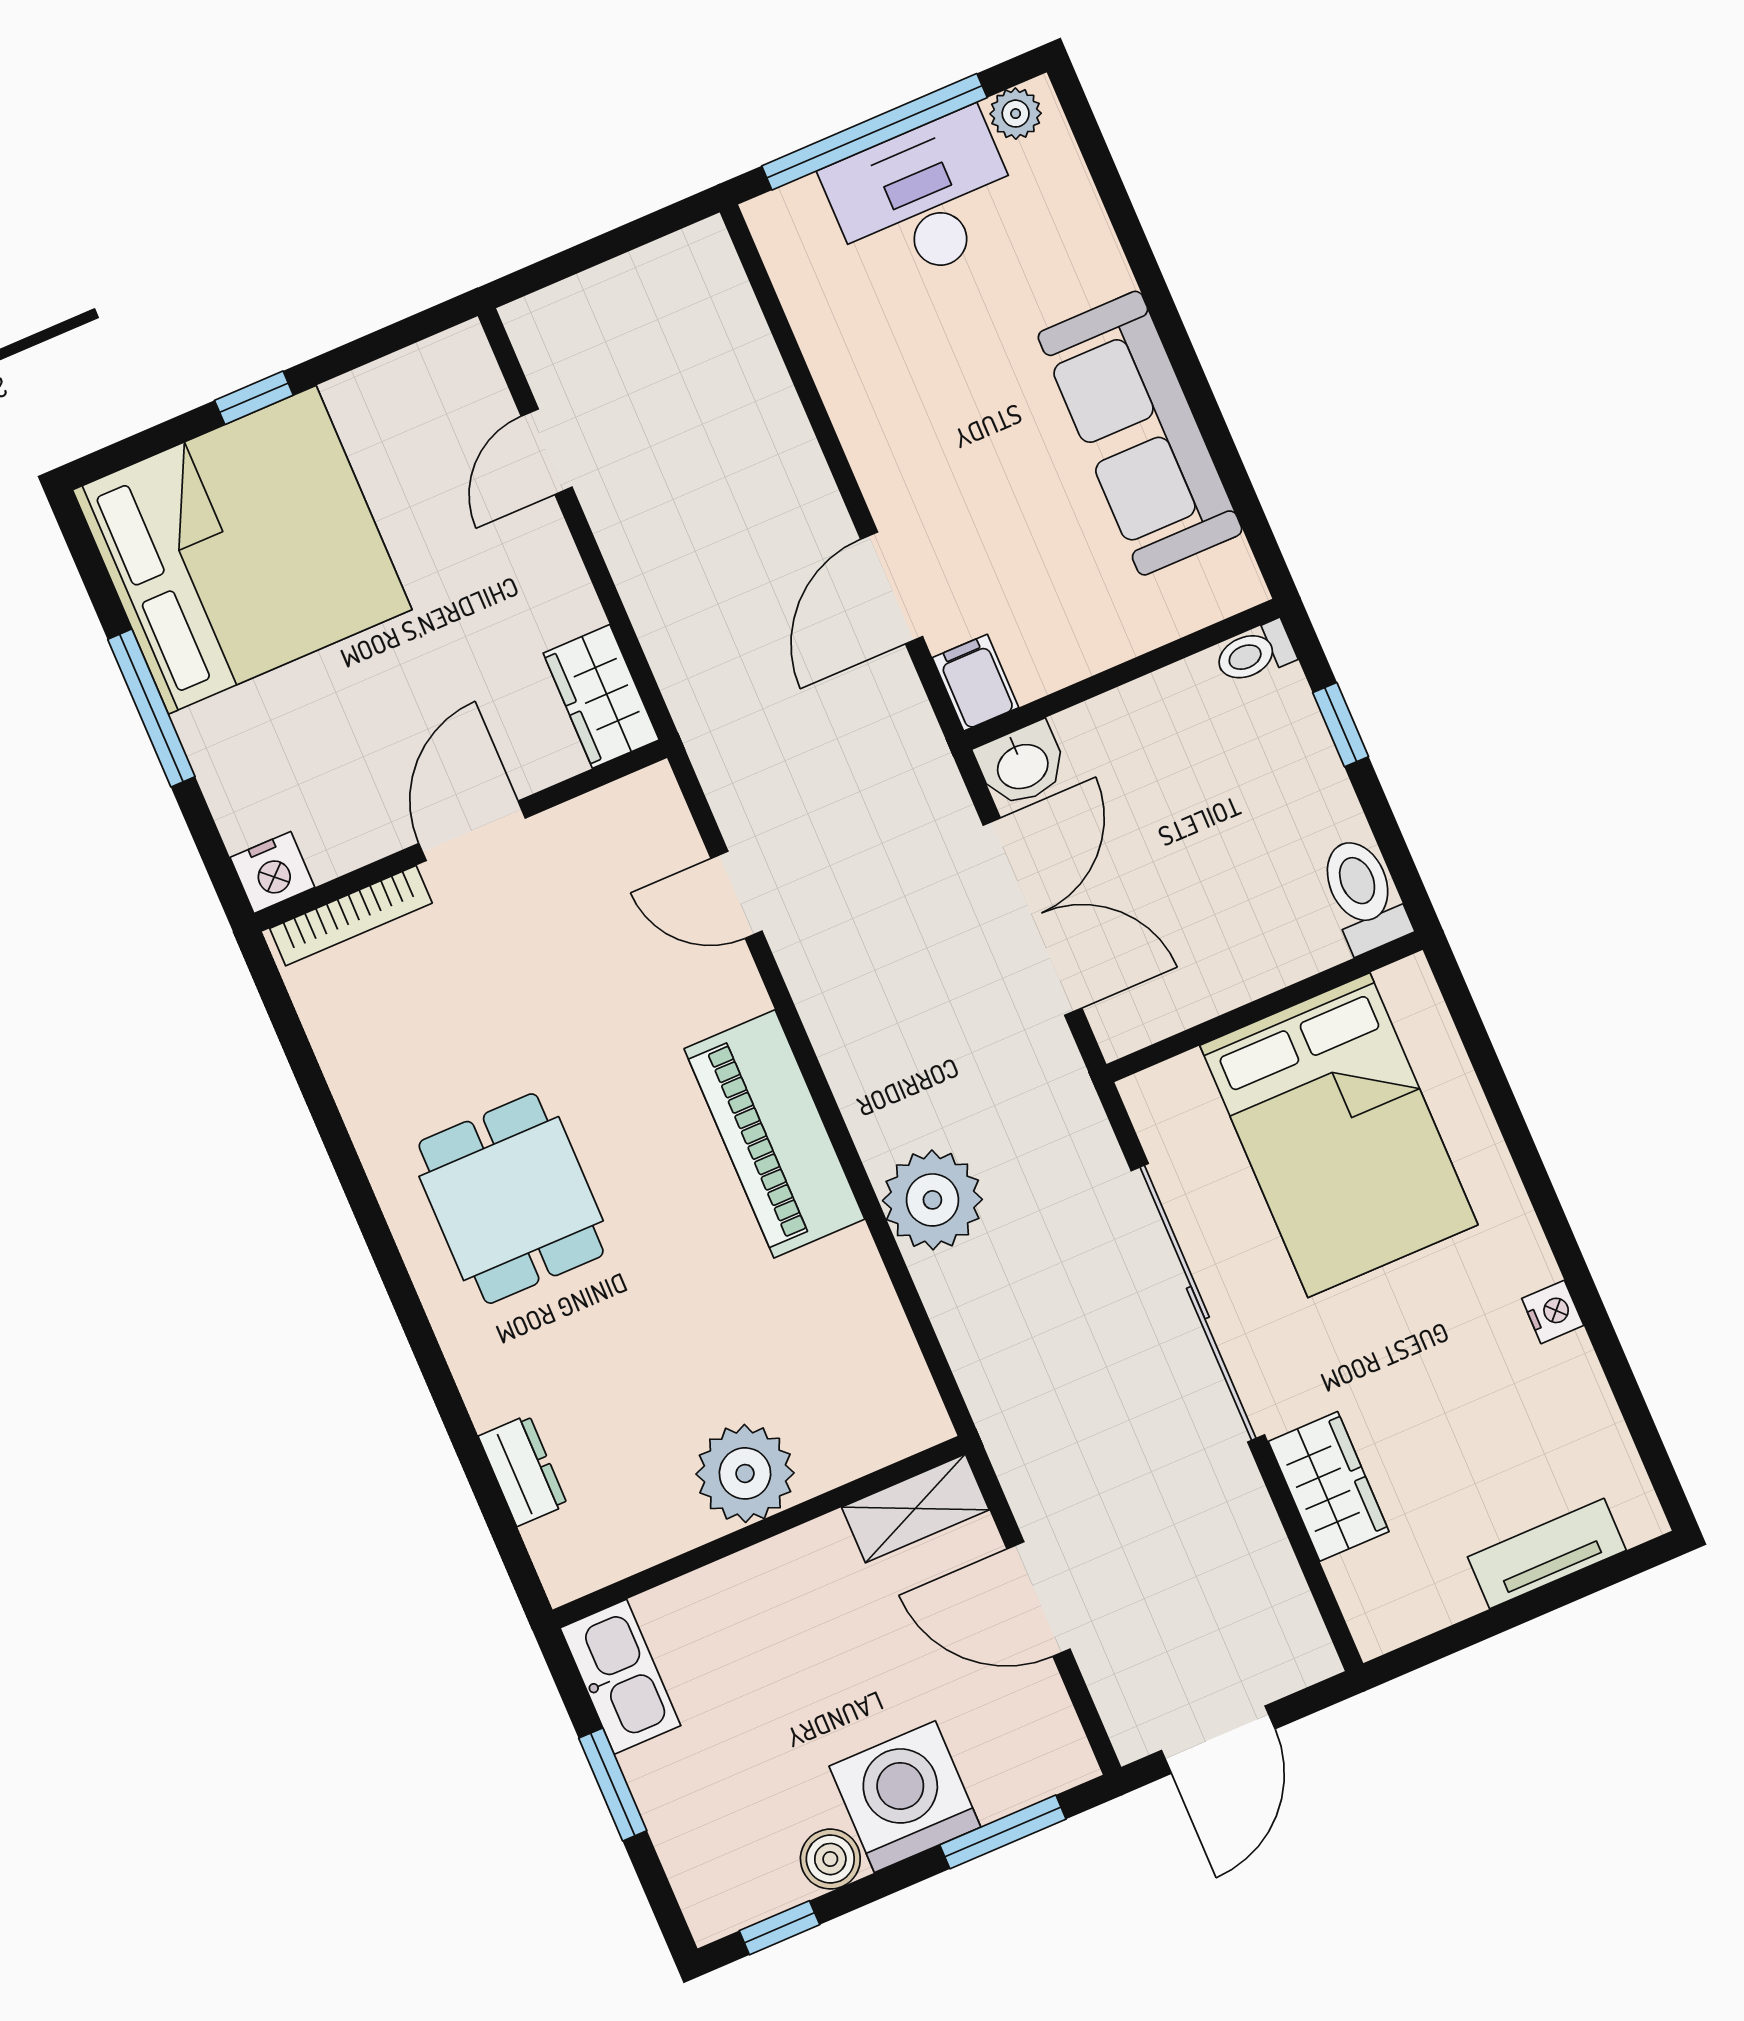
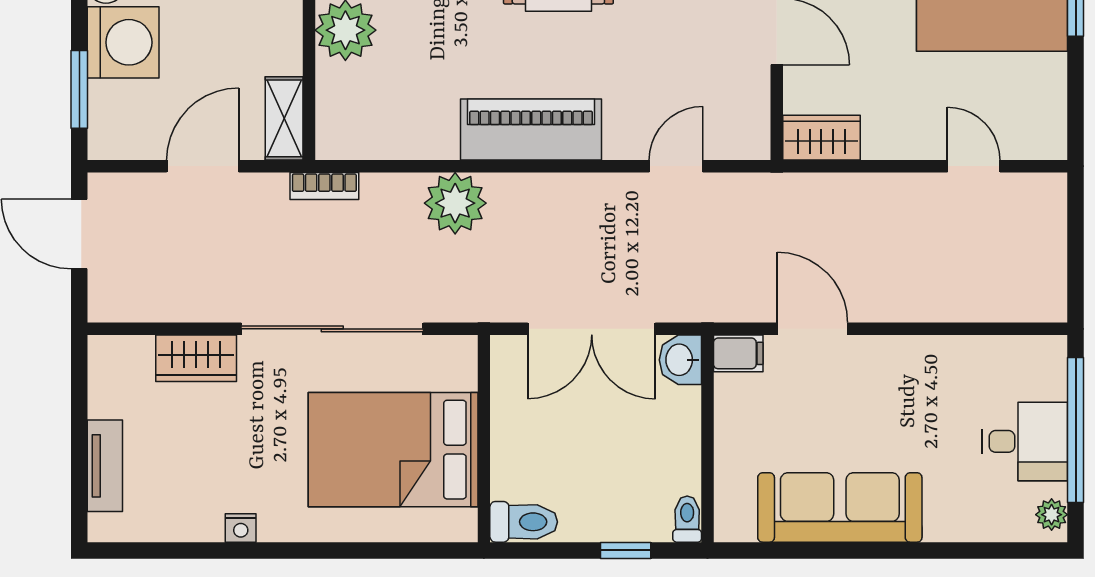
desk: (924, 200) -> (1025, 441), width x0.73
bookcase: (990, 1406) -> (324, 186), added

